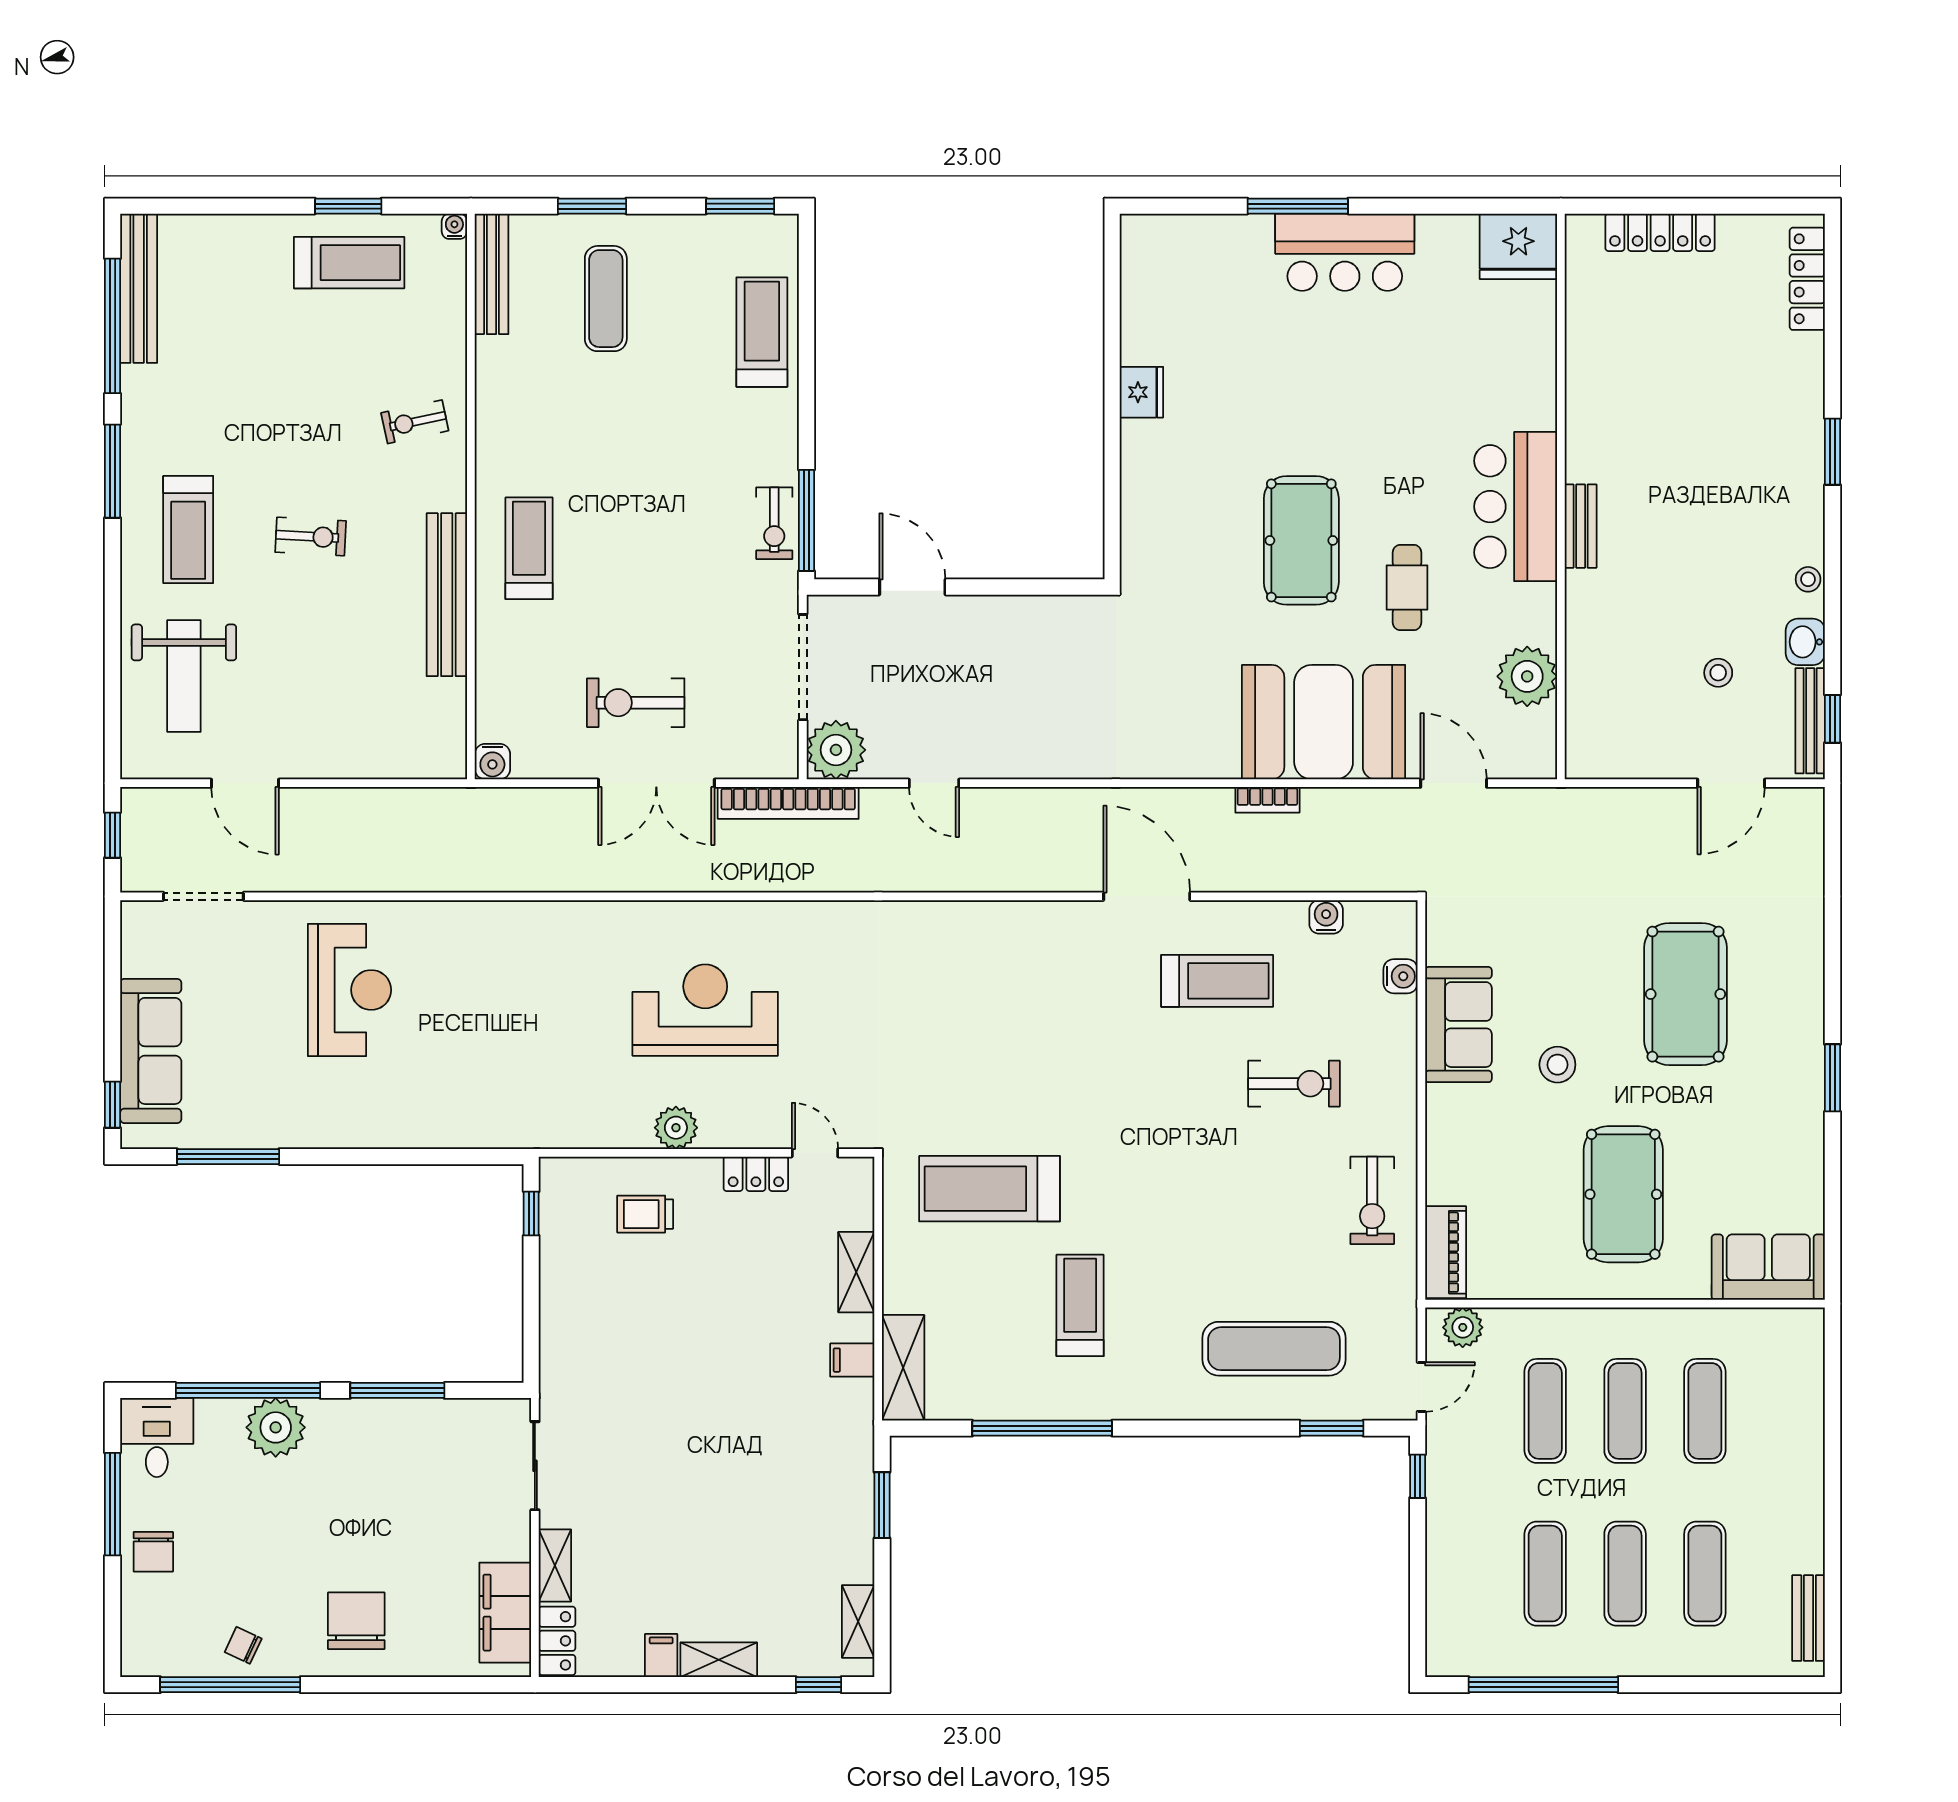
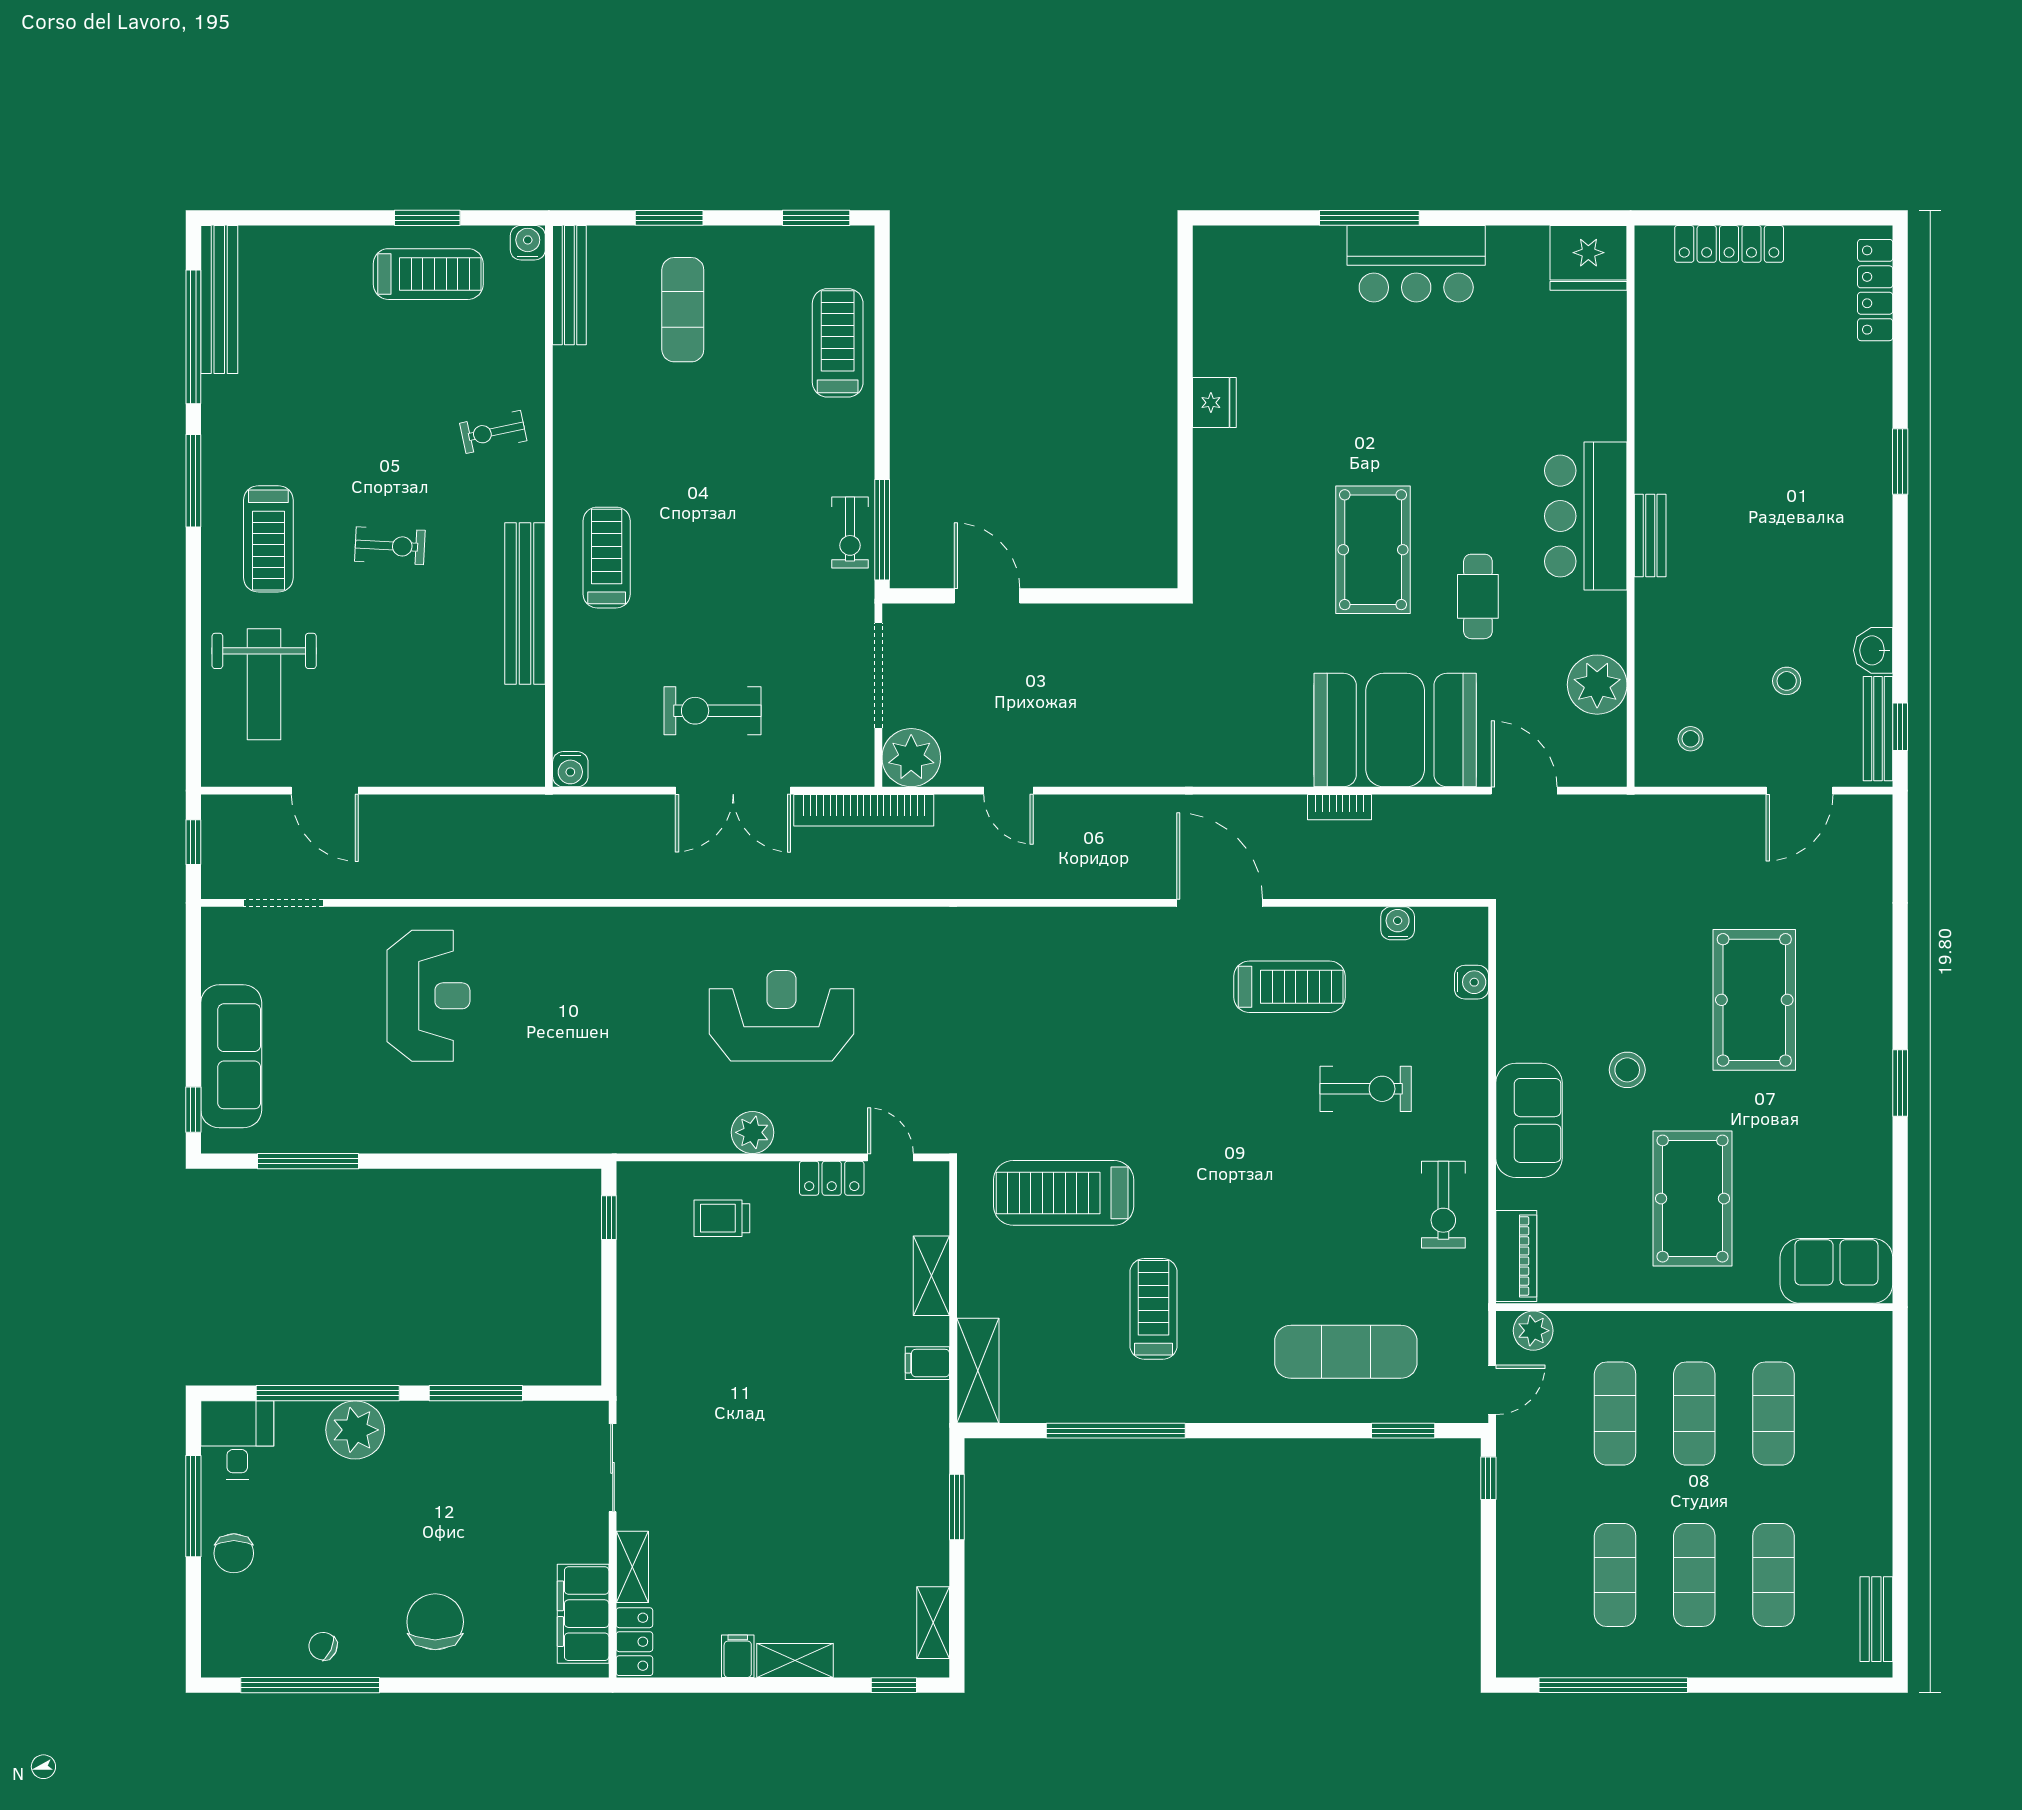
water cooler: (454, 226) -> (528, 243), width x1.38, depth x1.38
stool: (1808, 579) -> (1691, 739), moved
sofa: (1458, 1025) -> (1529, 1120), moved

